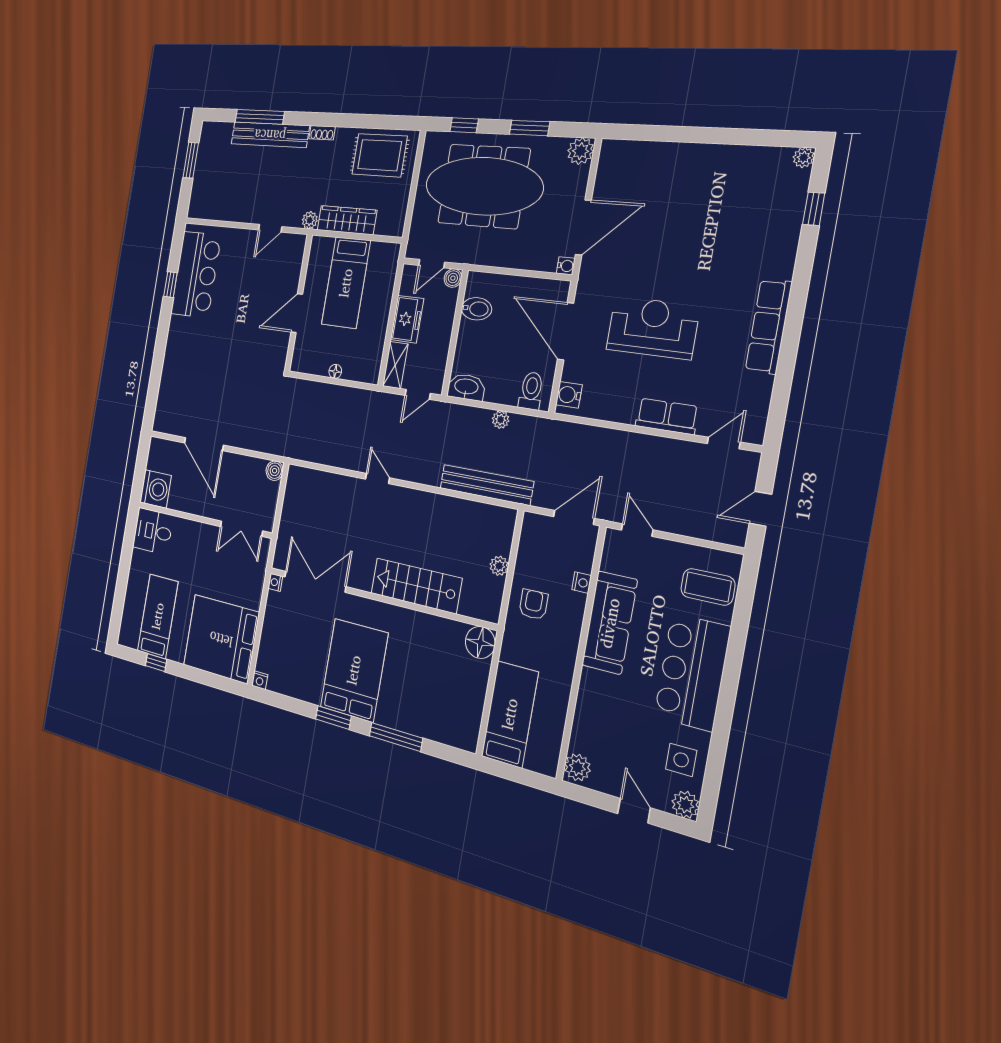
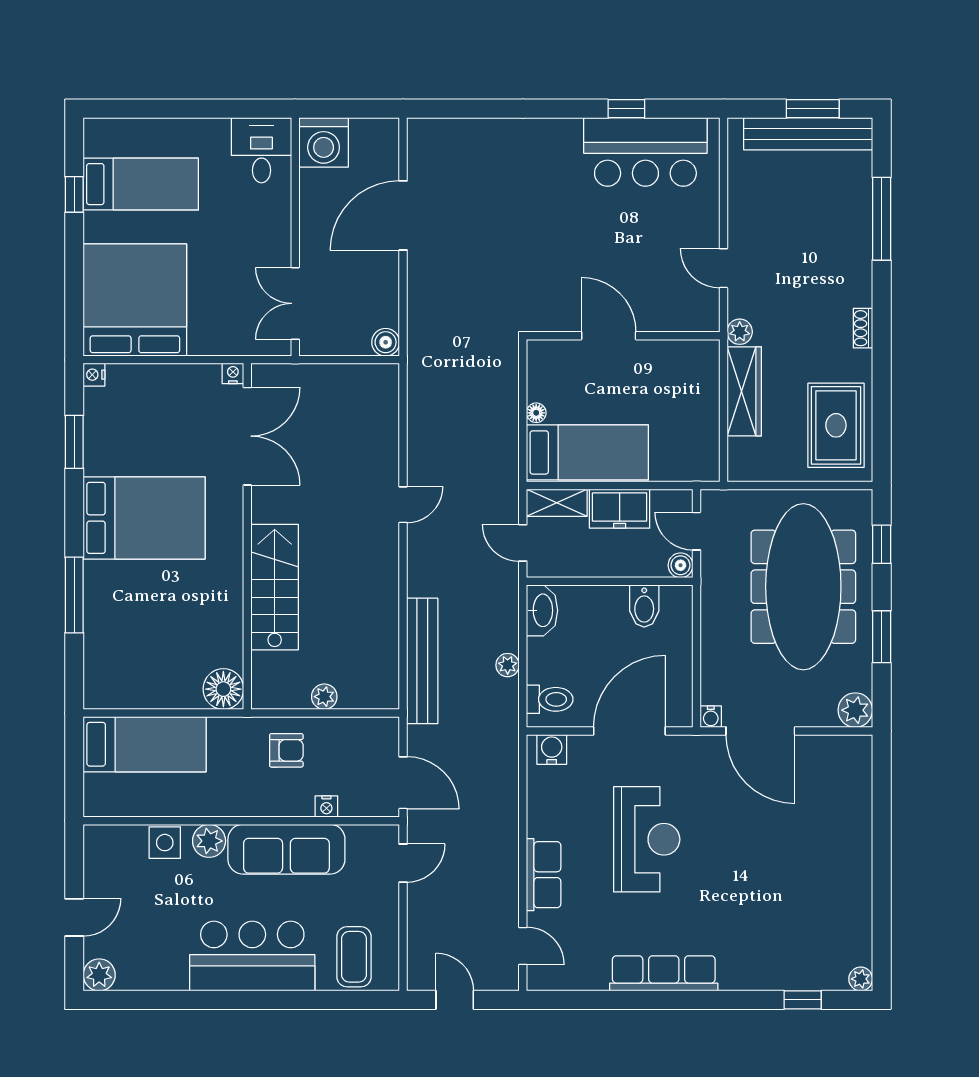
bench: (270, 135) -> (808, 134), moved, turned 90
bed: (346, 283) -> (587, 452), moved, turned 180
window: (333, 718) -> (74, 442), moved
side table: (681, 760) -> (165, 843), moved
plant: (577, 767) -> (209, 841), moved

